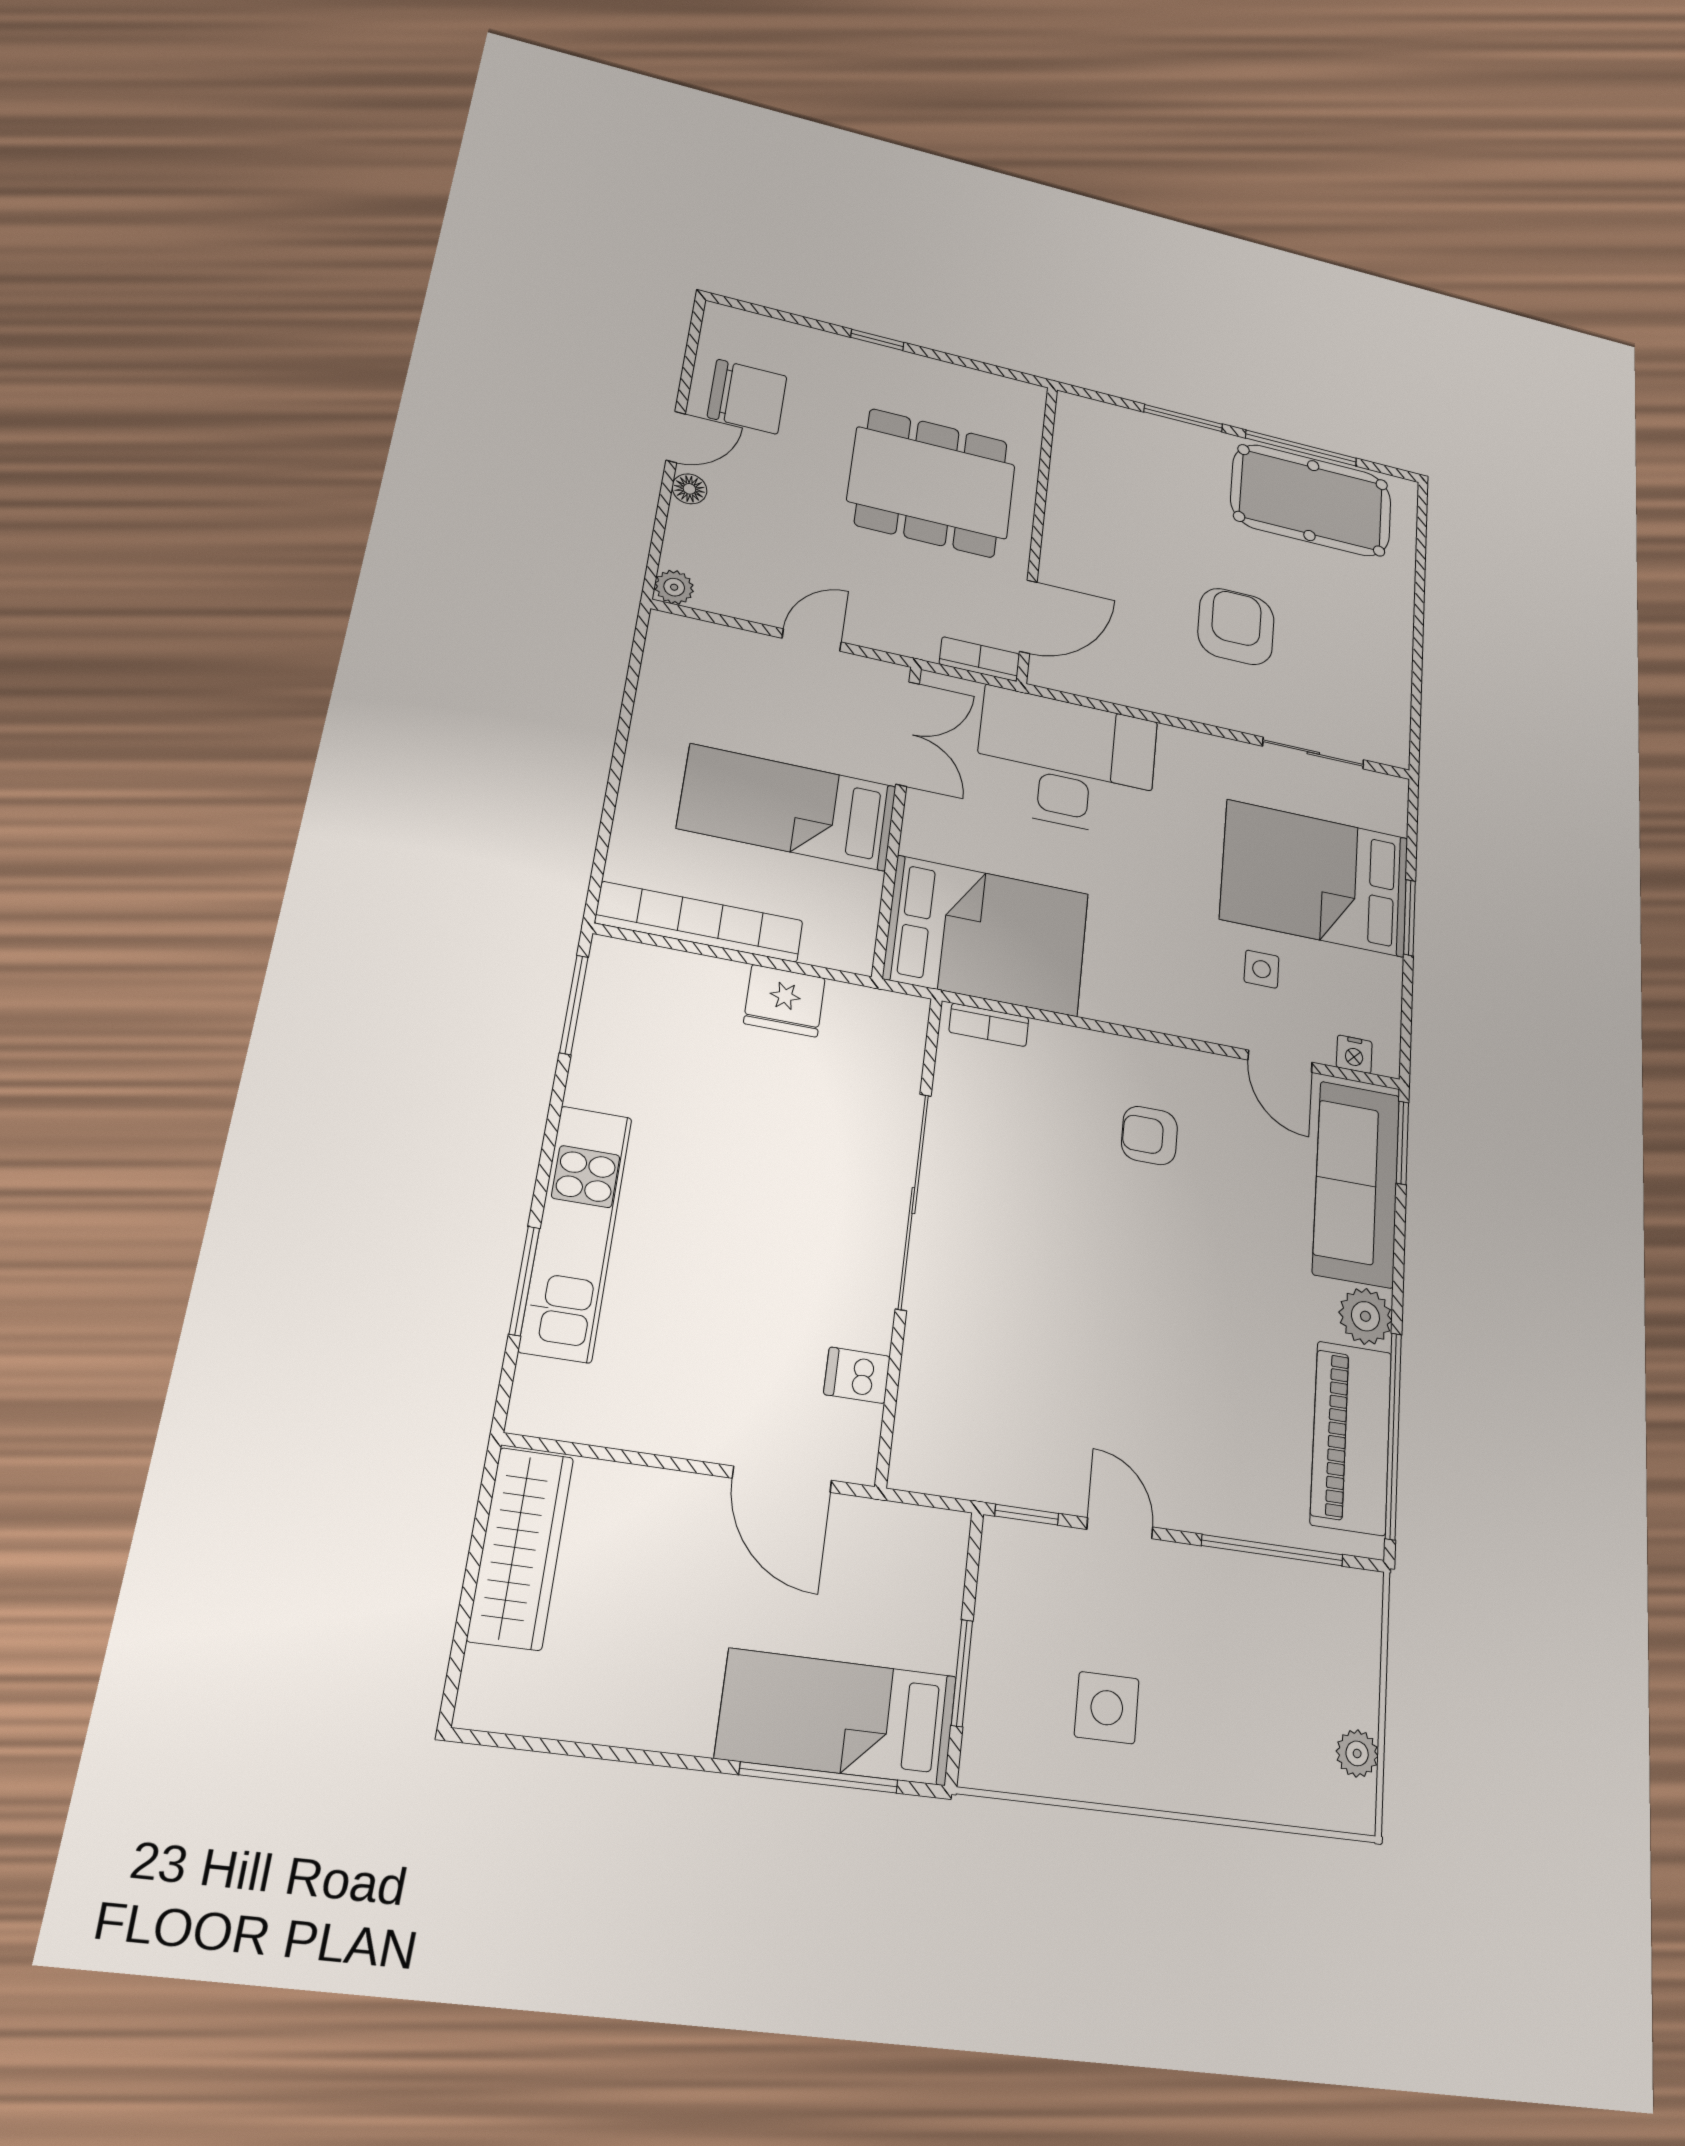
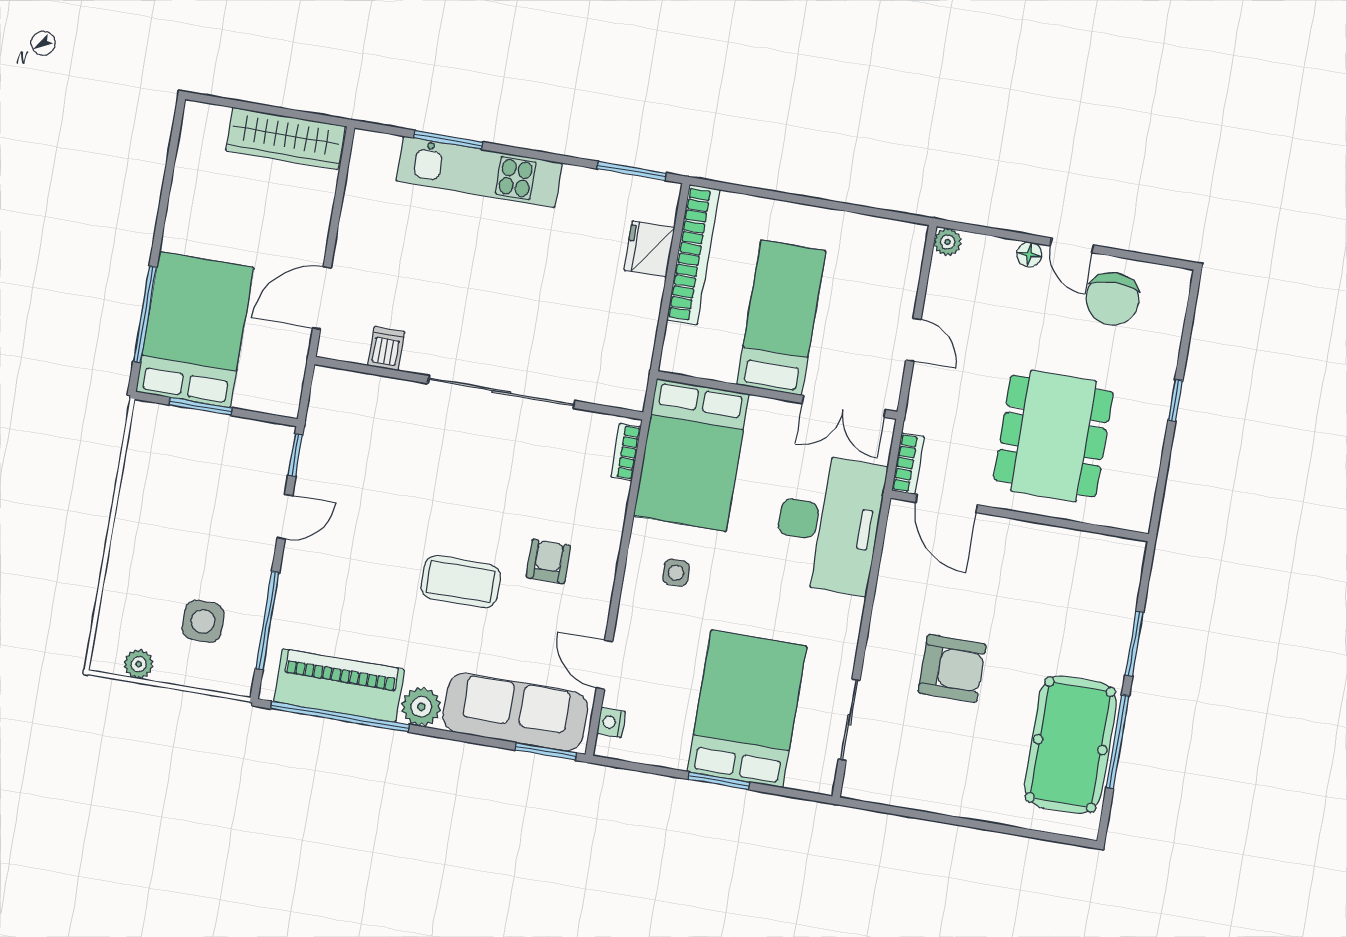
side table: (1262, 969) -> (676, 573), moved
fridge: (784, 1001) -> (649, 249), moved
door: (1280, 1061) -> (605, 665), hinge flipped
coffee table: (1189, 1261) -> (461, 582), added
side table: (1107, 1708) -> (203, 621), moved
bed: (837, 1717) -> (195, 330), width x1.50

